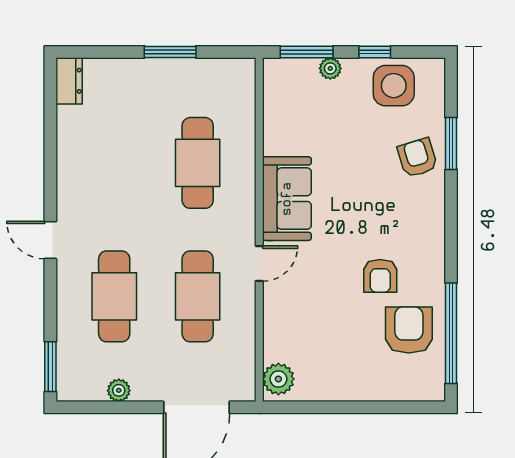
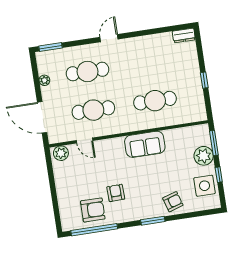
window: (170, 52) -> (204, 80), width x0.67
plant: (330, 68) -> (204, 156), width x1.87, depth x1.87
window: (451, 143) -> (153, 221), moved
door: (259, 264) -> (85, 141), moved
armchair: (380, 276) -> (116, 193), turned 88

